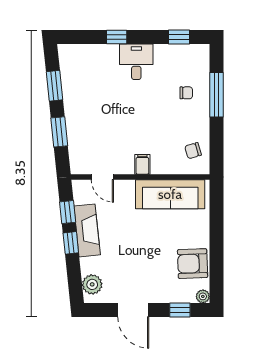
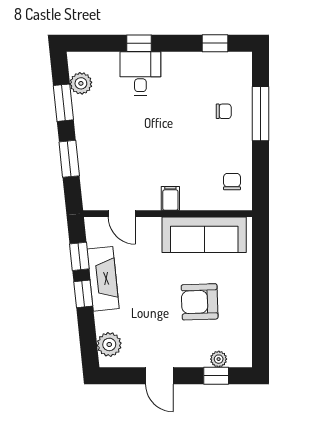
desk: (136, 62) -> (140, 73), moved
plant: (69, 70) -> (81, 83), added
chair: (193, 151) -> (232, 182), turned 106
armchair: (193, 264) -> (200, 302), moved
plant: (203, 296) -> (219, 359), moved
door: (133, 310) -> (159, 376), width x0.73

